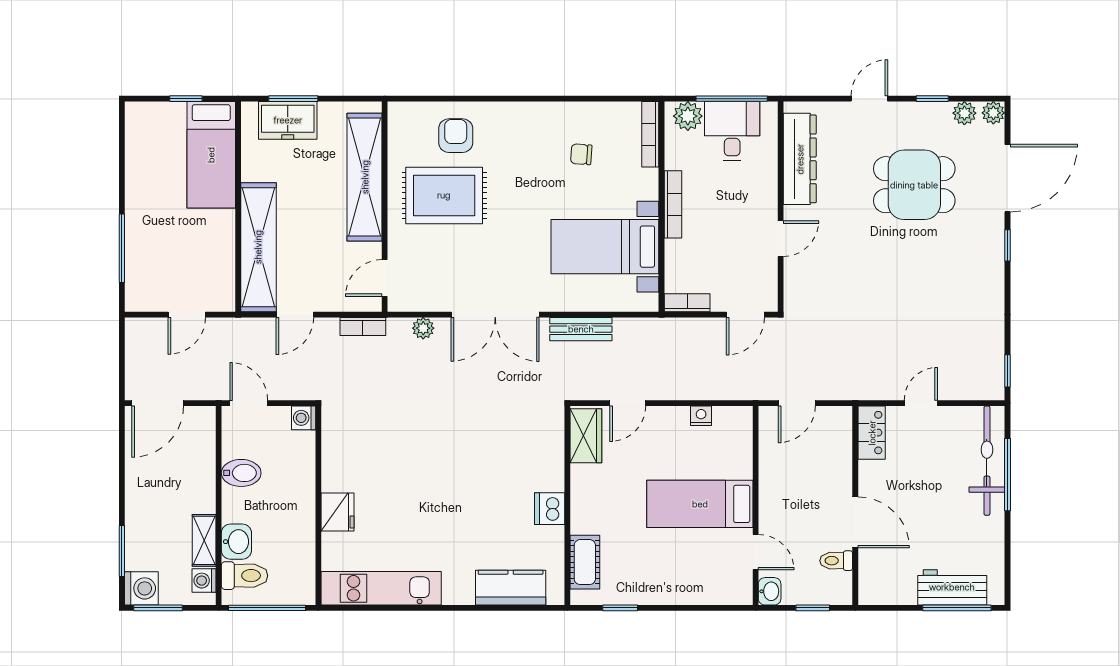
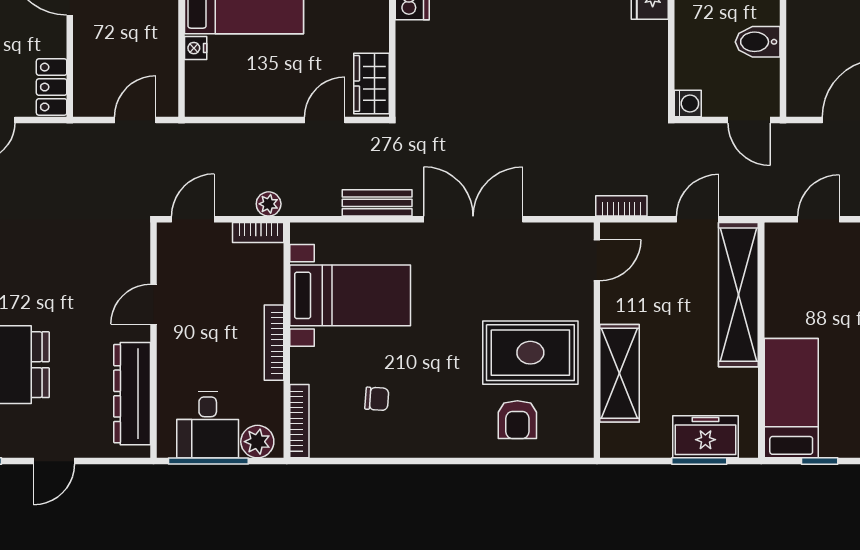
shelving: (365, 177) -> (620, 373), width x0.68
plant: (423, 328) -> (269, 204), moved
nightstand: (701, 416) -> (196, 48), moved, turned 90

